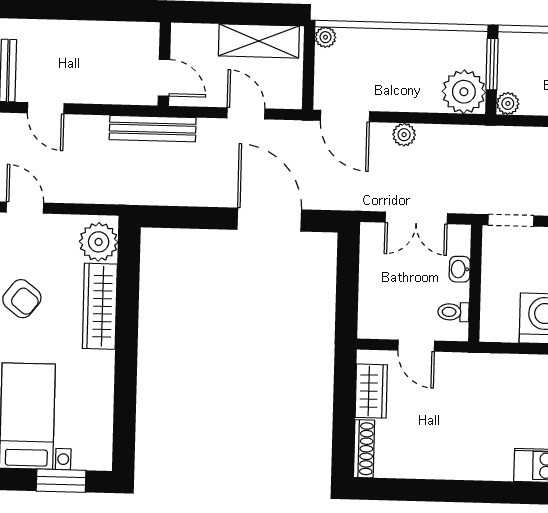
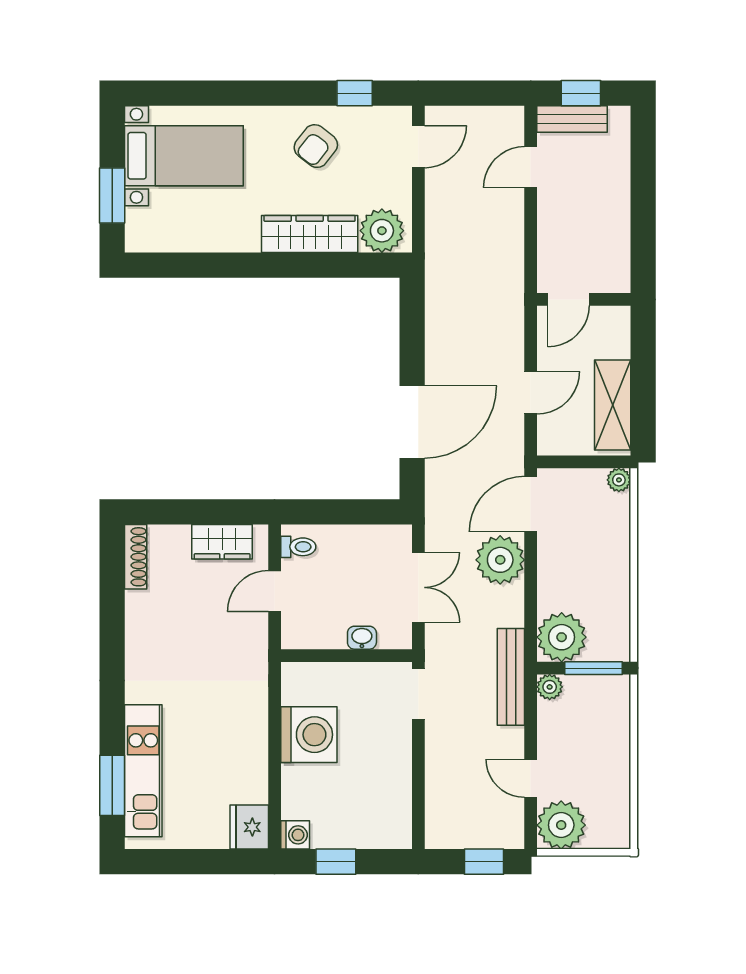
bench: (153, 129) -> (511, 677), moved
plant: (404, 135) -> (500, 560), width x1.87, depth x1.87
double door: (416, 218) -> (418, 587), swing flipped
toilet: (453, 312) -> (298, 547), moved, turned 90
shoe rack: (364, 449) -> (136, 557), moved, turned -90

